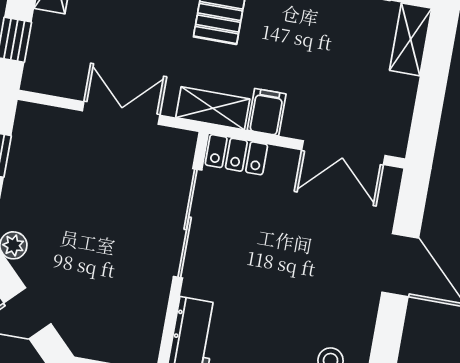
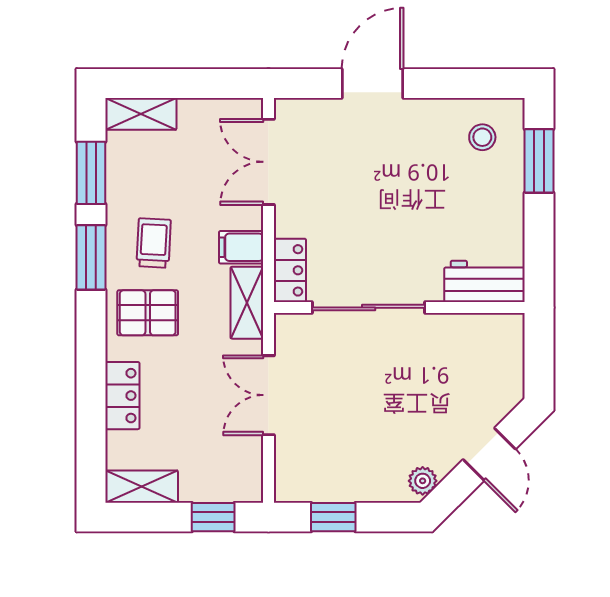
trolley: (285, 29) -> (154, 243), added
double door: (343, 153) -> (268, 162), swing flipped

